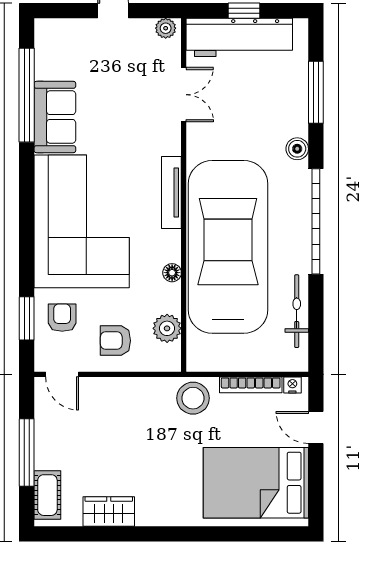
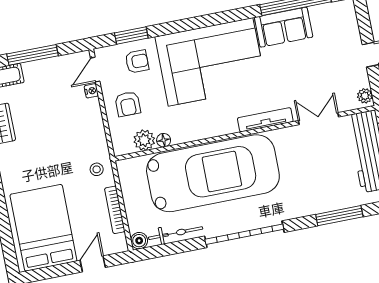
double door: (184, 95) -> (319, 119), swing flipped
boiler: (297, 149) -> (139, 241), moved
tv unit: (171, 192) -> (265, 120), moved
floor lamp: (172, 273) -> (164, 140), moved
armchair: (115, 341) -> (128, 104), turned 180
nightstand: (292, 385) -> (91, 91), moved
stool: (193, 398) -> (97, 169), width x0.53, depth x0.53

